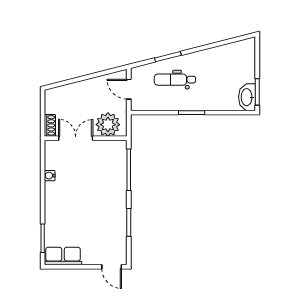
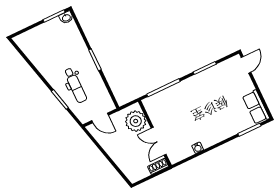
door: (129, 89) -> (100, 118), hinge flipped
washbasin: (247, 97) -> (66, 18), width x0.52, depth x0.69

